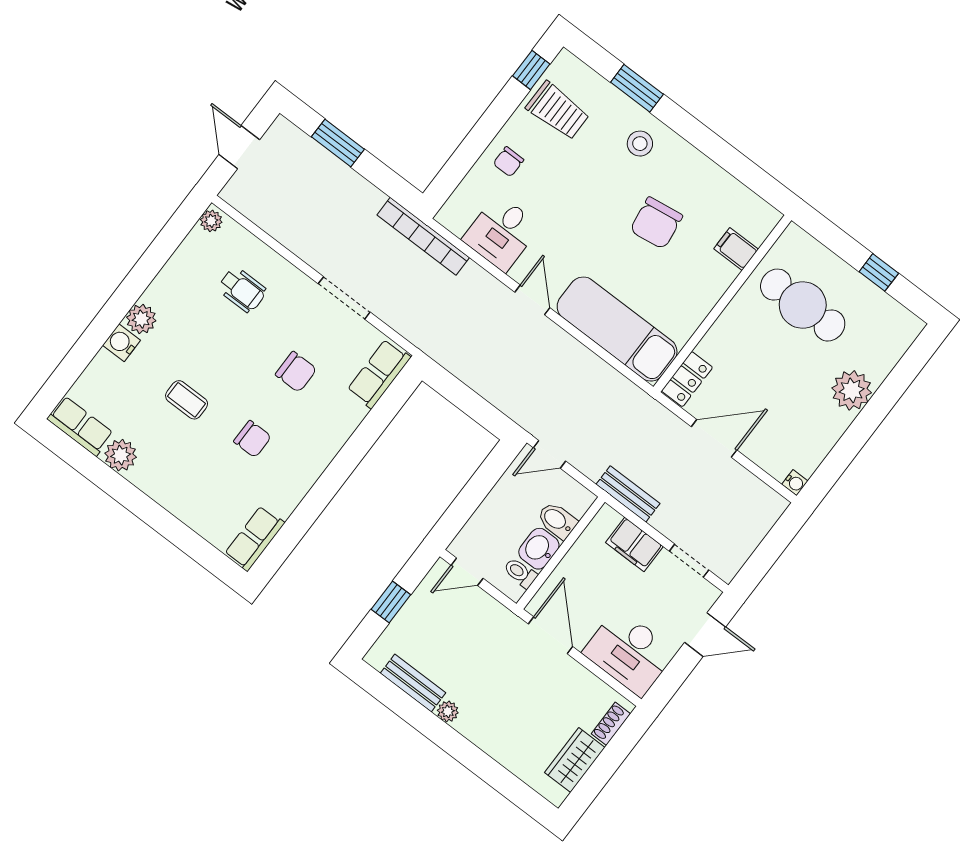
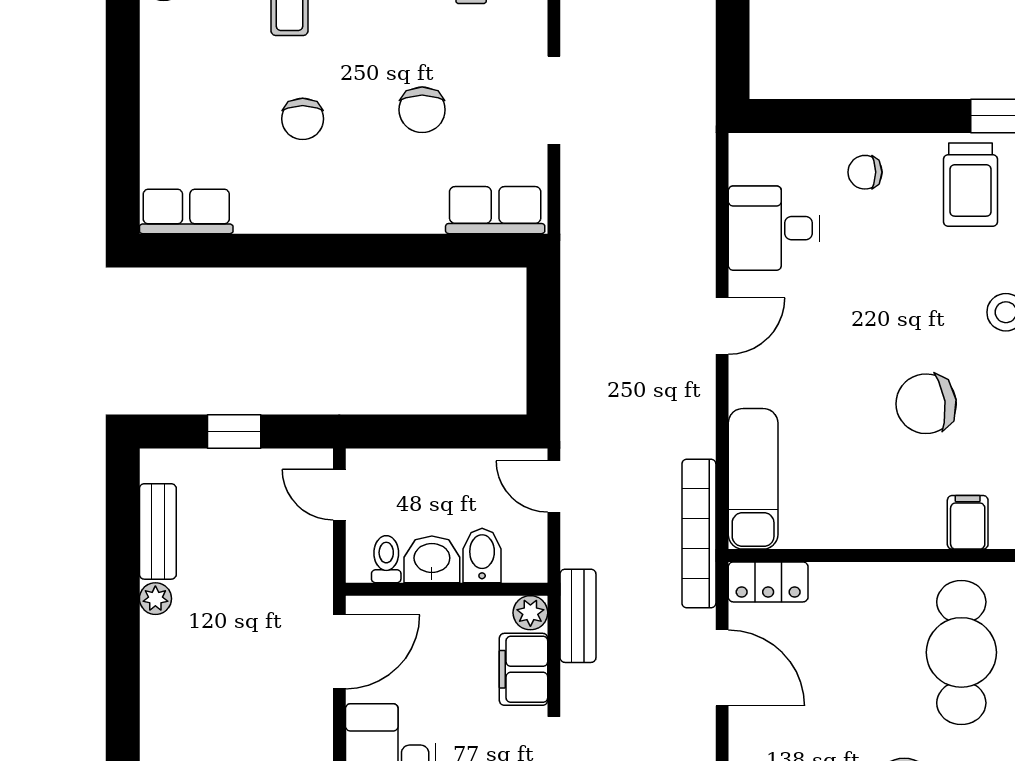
bookcase: (423, 236) -> (699, 534), moved
exam couch: (617, 329) -> (753, 479), width x0.73, depth x0.69
plant: (607, 518) -> (530, 613), added

